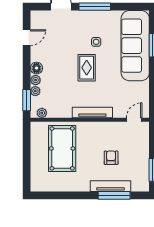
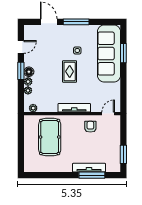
window: (27, 100) -> (21, 71), moved
armchair: (111, 158) -> (90, 127), moved

